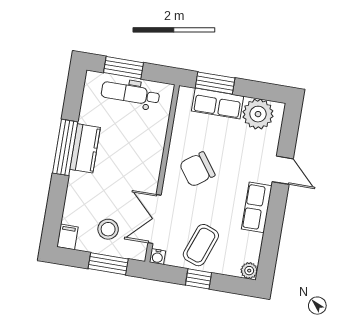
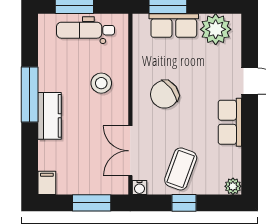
kitchen counter: (85, 148) -> (49, 116), moved
stool: (108, 229) -> (101, 83), moved

